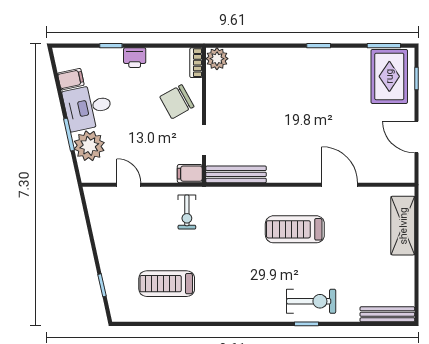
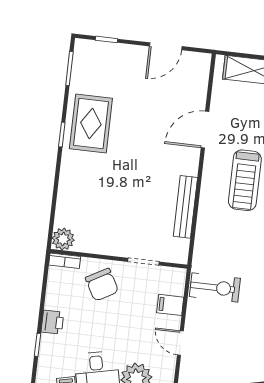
rug: (389, 76) -> (91, 124), moved, turned 90
filing cabinet: (190, 174) -> (170, 305), moved, turned 90
bench: (236, 174) -> (185, 207), moved
door: (129, 185) -> (180, 343), hinge flipped
exercise bike: (187, 212) -> (215, 287), width x1.38, depth x1.39

